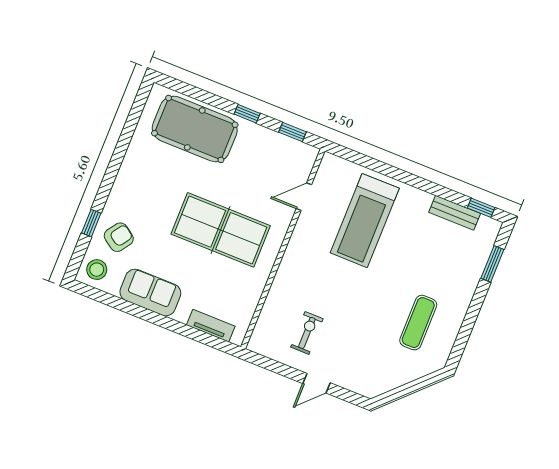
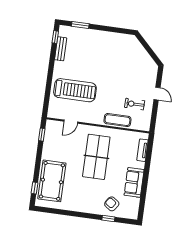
window: (247, 114) -> (34, 188), moved
door: (304, 197) -> (71, 122), hinge flipped
stool: (97, 270) -> (130, 210), removed
exercise mat: (418, 323) -> (117, 120), moved

